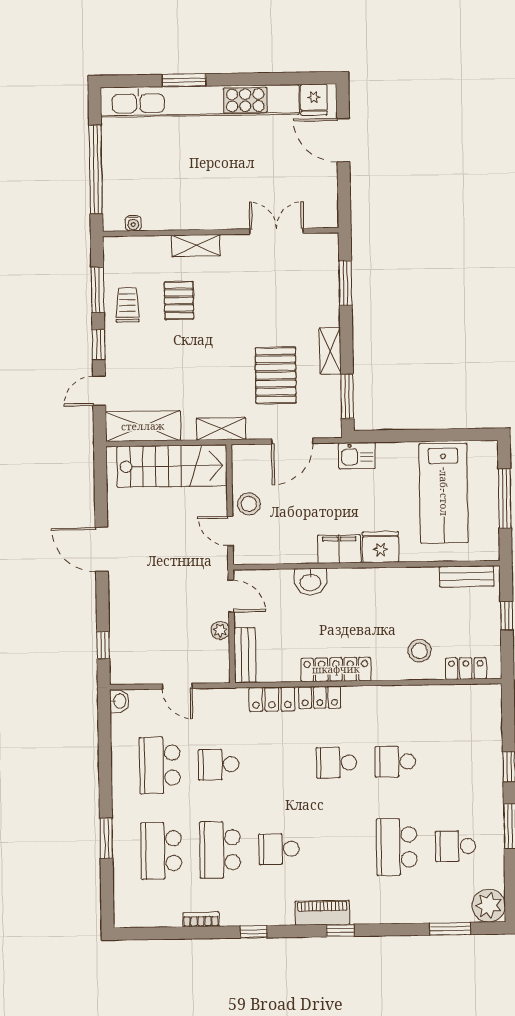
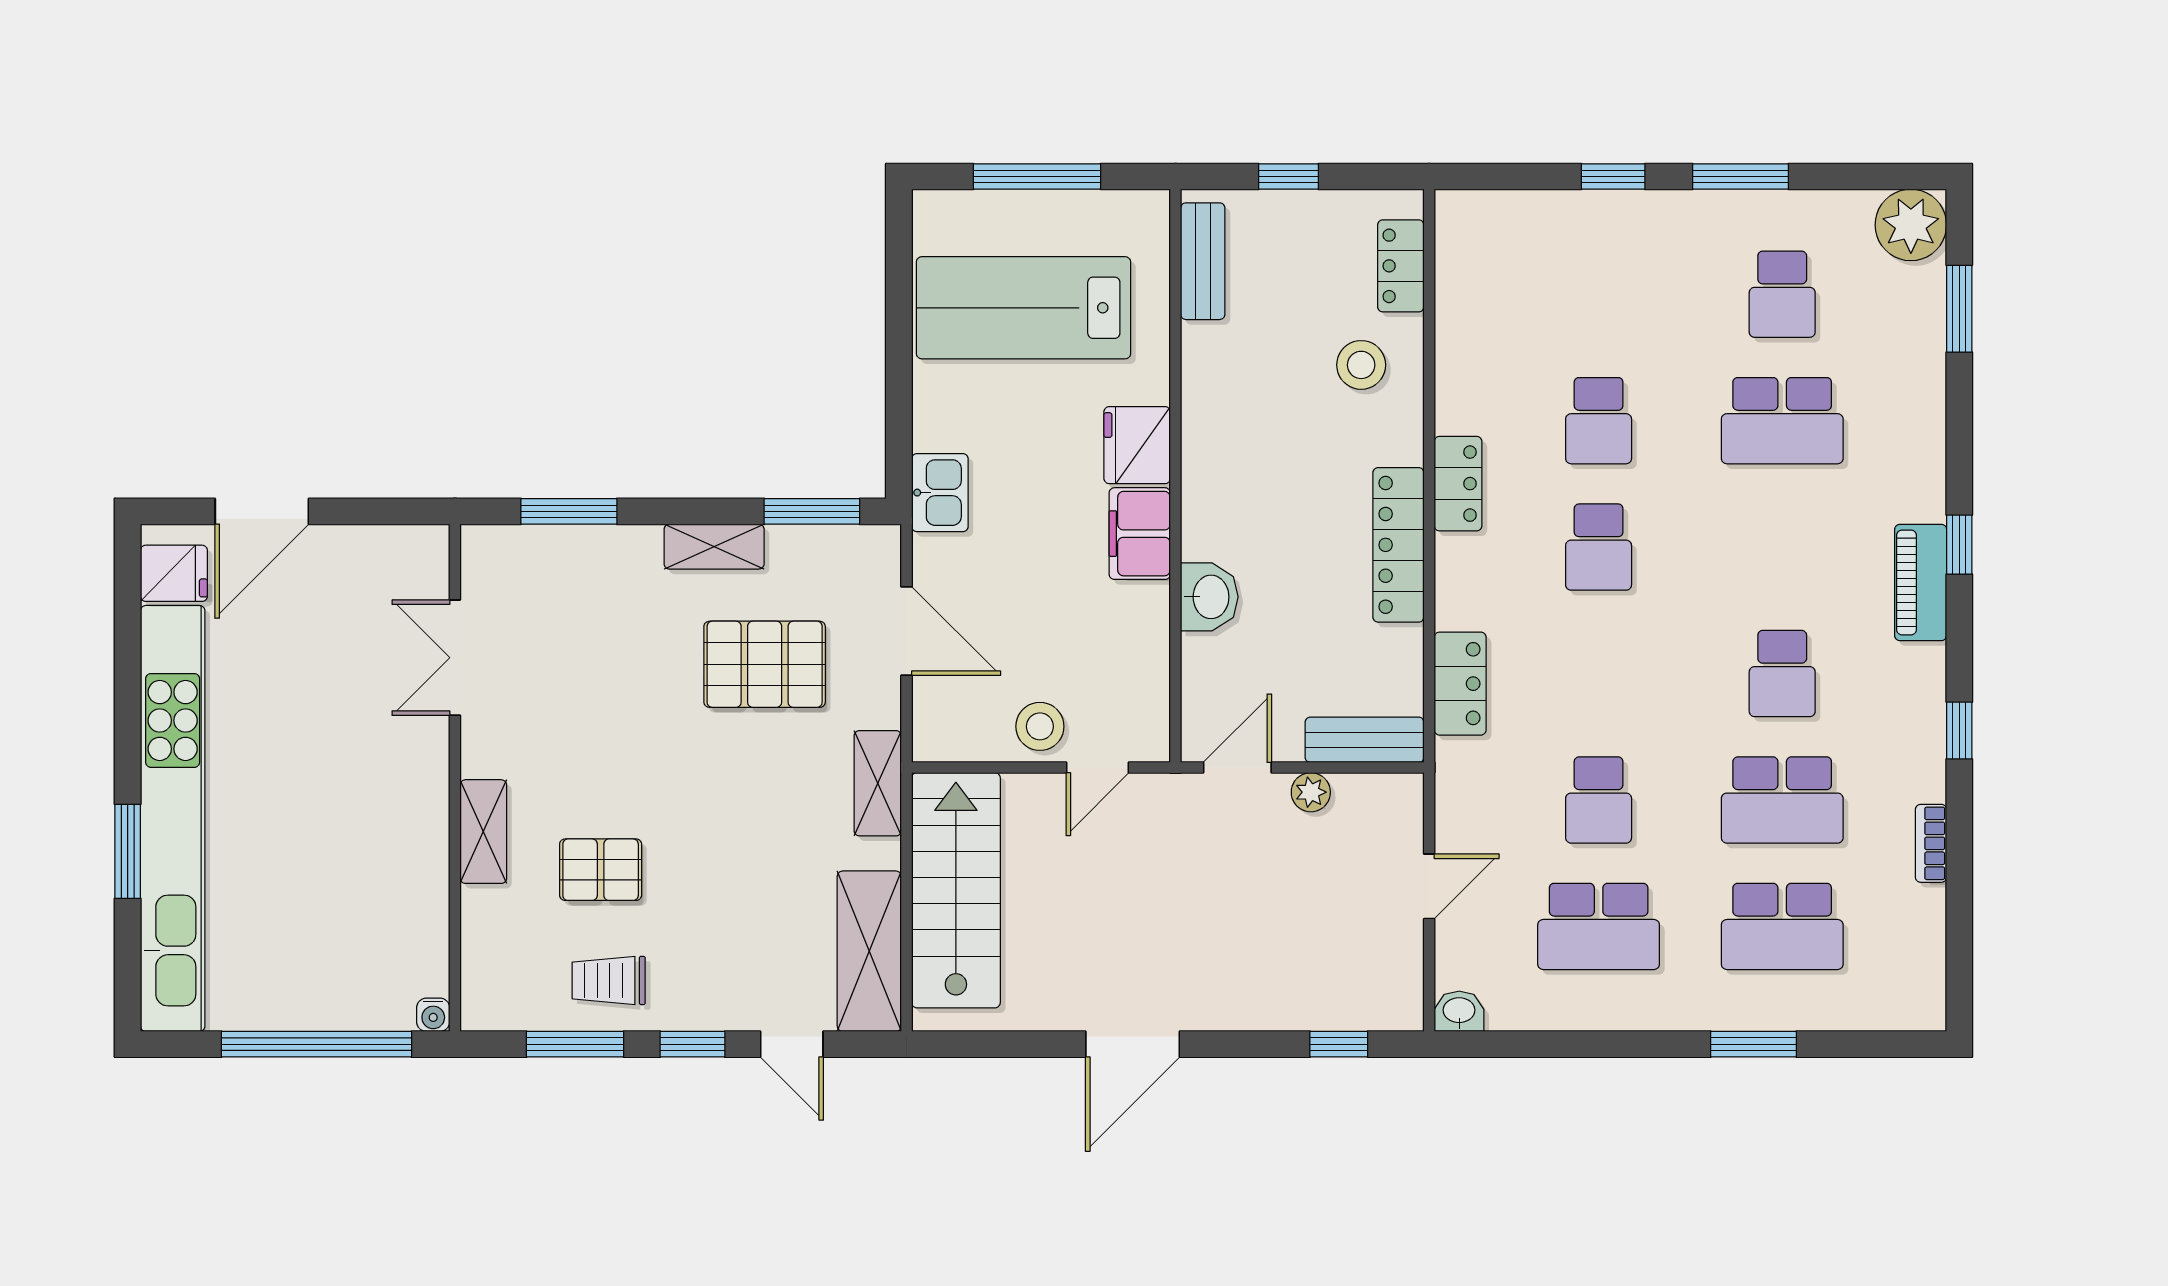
water cooler: (133, 223) -> (433, 1015), moved, turned 90
lab bench: (444, 493) -> (1023, 308), turned 180
locker: (320, 697) -> (1458, 484), moved

